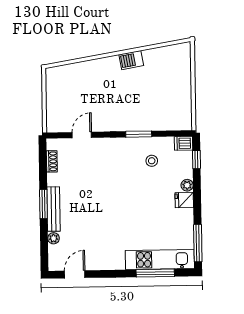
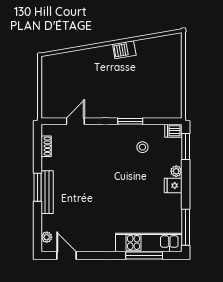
window: (196, 159) -> (186, 147), width x1.50
plant: (54, 238) -> (47, 237), moved
door: (75, 274) -> (66, 255), hinge flipped

